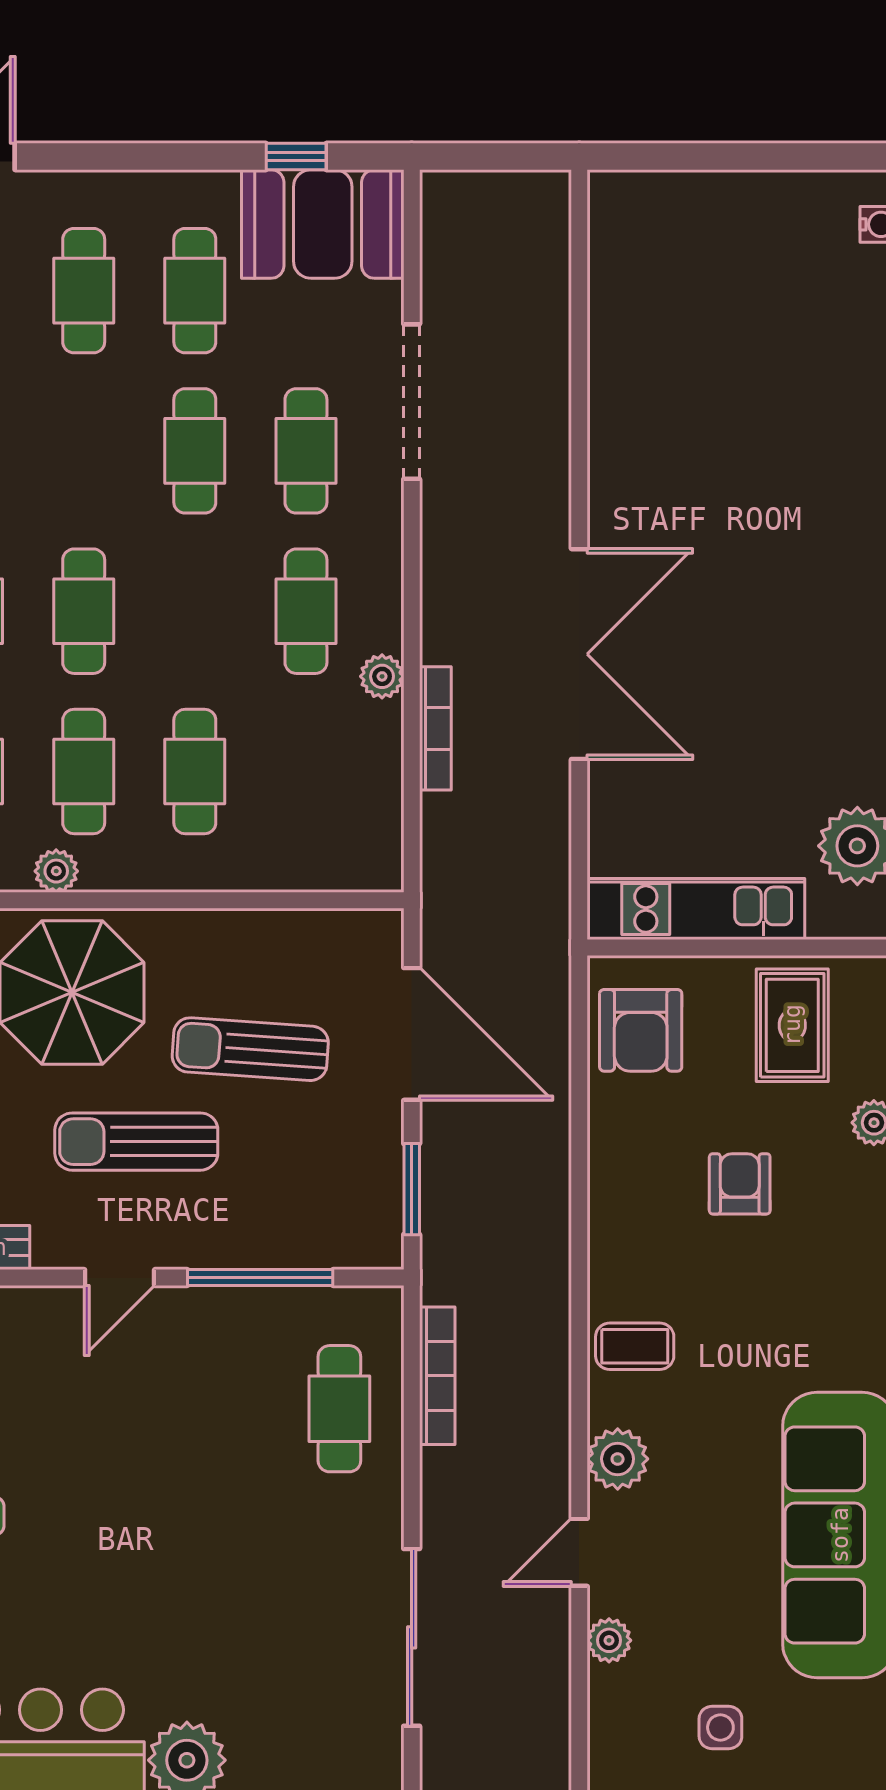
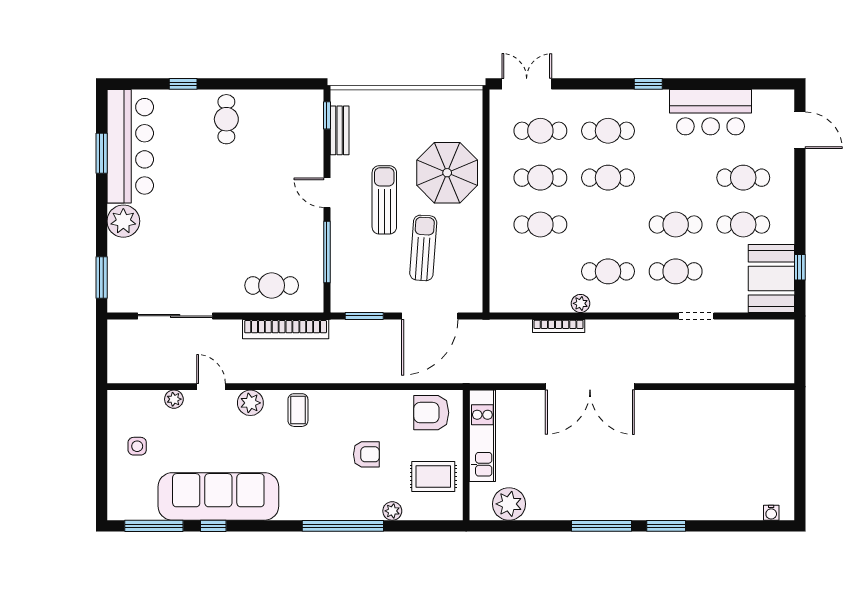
doorway: (412, 402) -> (696, 316), width x0.53
plant: (56, 871) -> (498, 166), removed
bookcase: (437, 1376) -> (286, 329), width x1.48, depth x1.31

